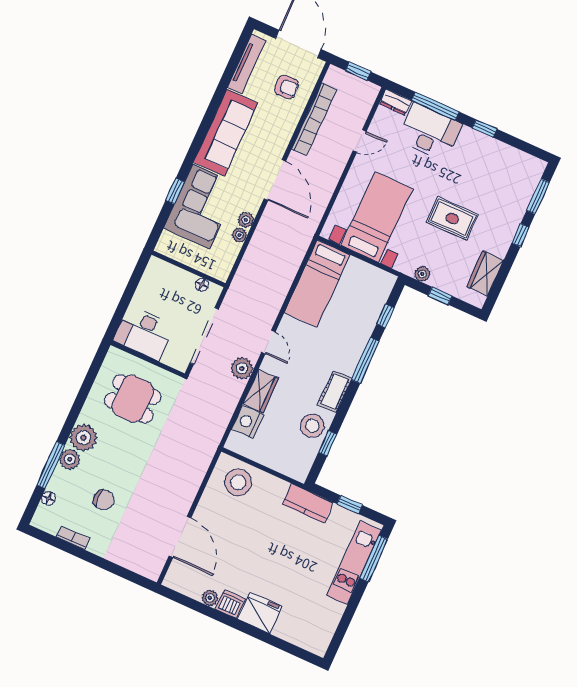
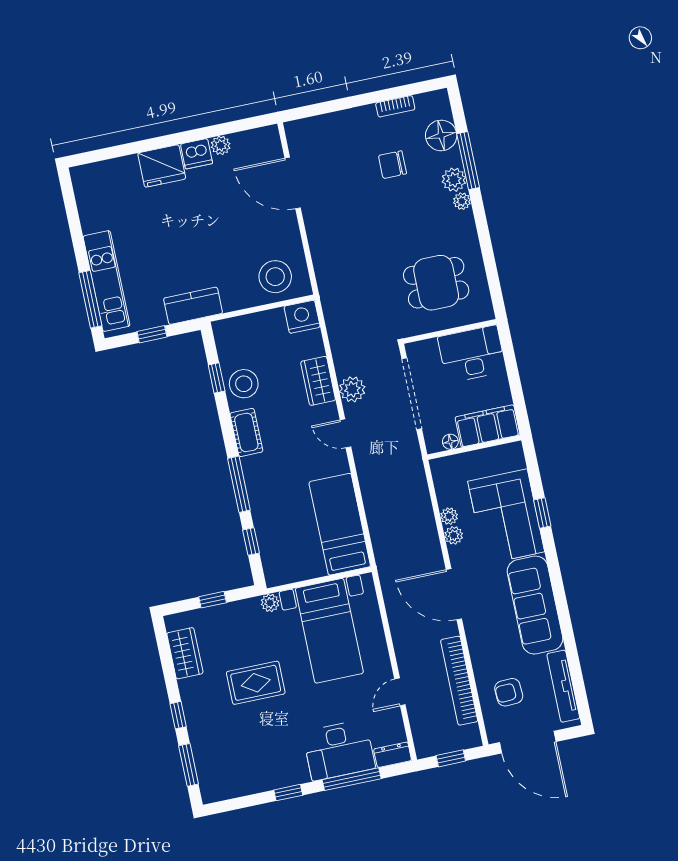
plant: (422, 274) -> (270, 603), moved
filing cabinet: (169, 277) -> (487, 426), added
nightstand: (248, 422) -> (302, 317), moved, turned -90
plant: (83, 438) -> (462, 201), width x0.53, depth x0.53
floor lamp: (48, 498) -> (441, 135), width x1.89, depth x1.89

